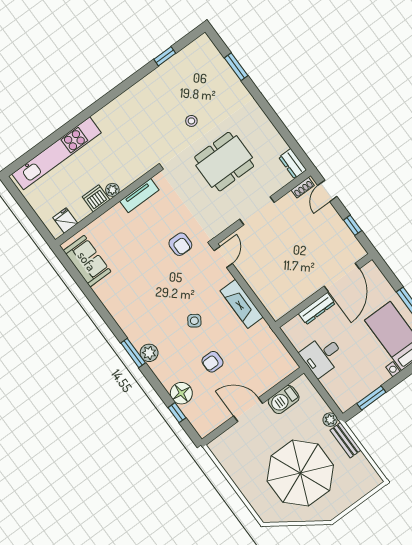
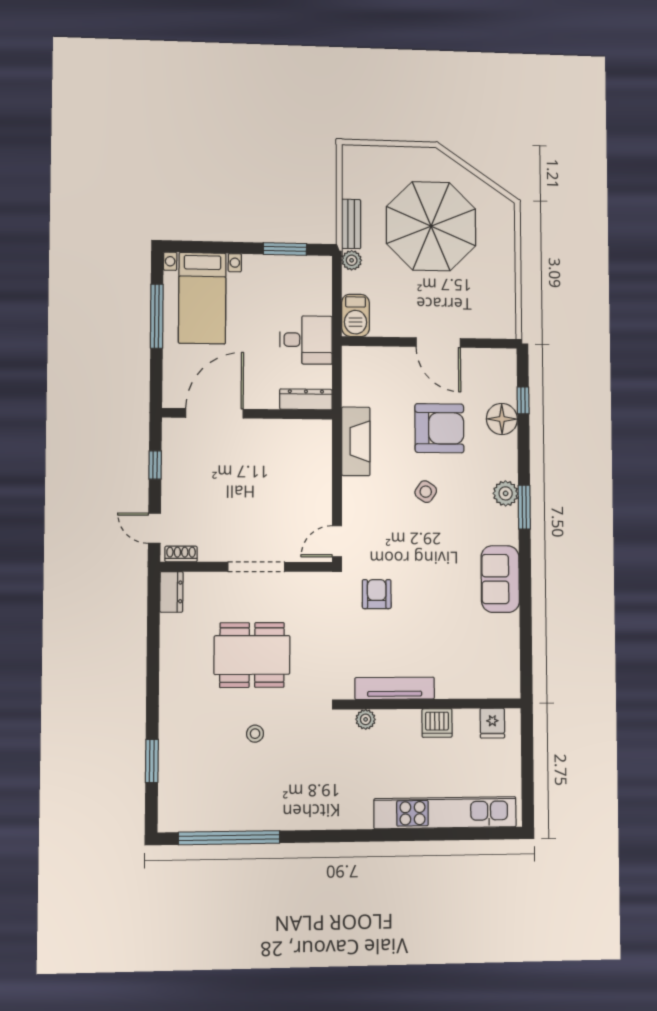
window: (165, 56) -> (229, 838), width x3.17
plant: (112, 190) -> (366, 719), moved
door: (327, 191) -> (154, 528), swing flipped
tv unit: (139, 196) -> (395, 688), width x1.41
sofa: (87, 261) -> (500, 579), moved
fireplace: (242, 304) -> (356, 441), moved
dresser: (317, 309) -> (306, 399), moved
armchair: (212, 362) -> (439, 428), width x1.88, depth x1.88
barbecue: (284, 400) -> (356, 315), moved, turned 90

